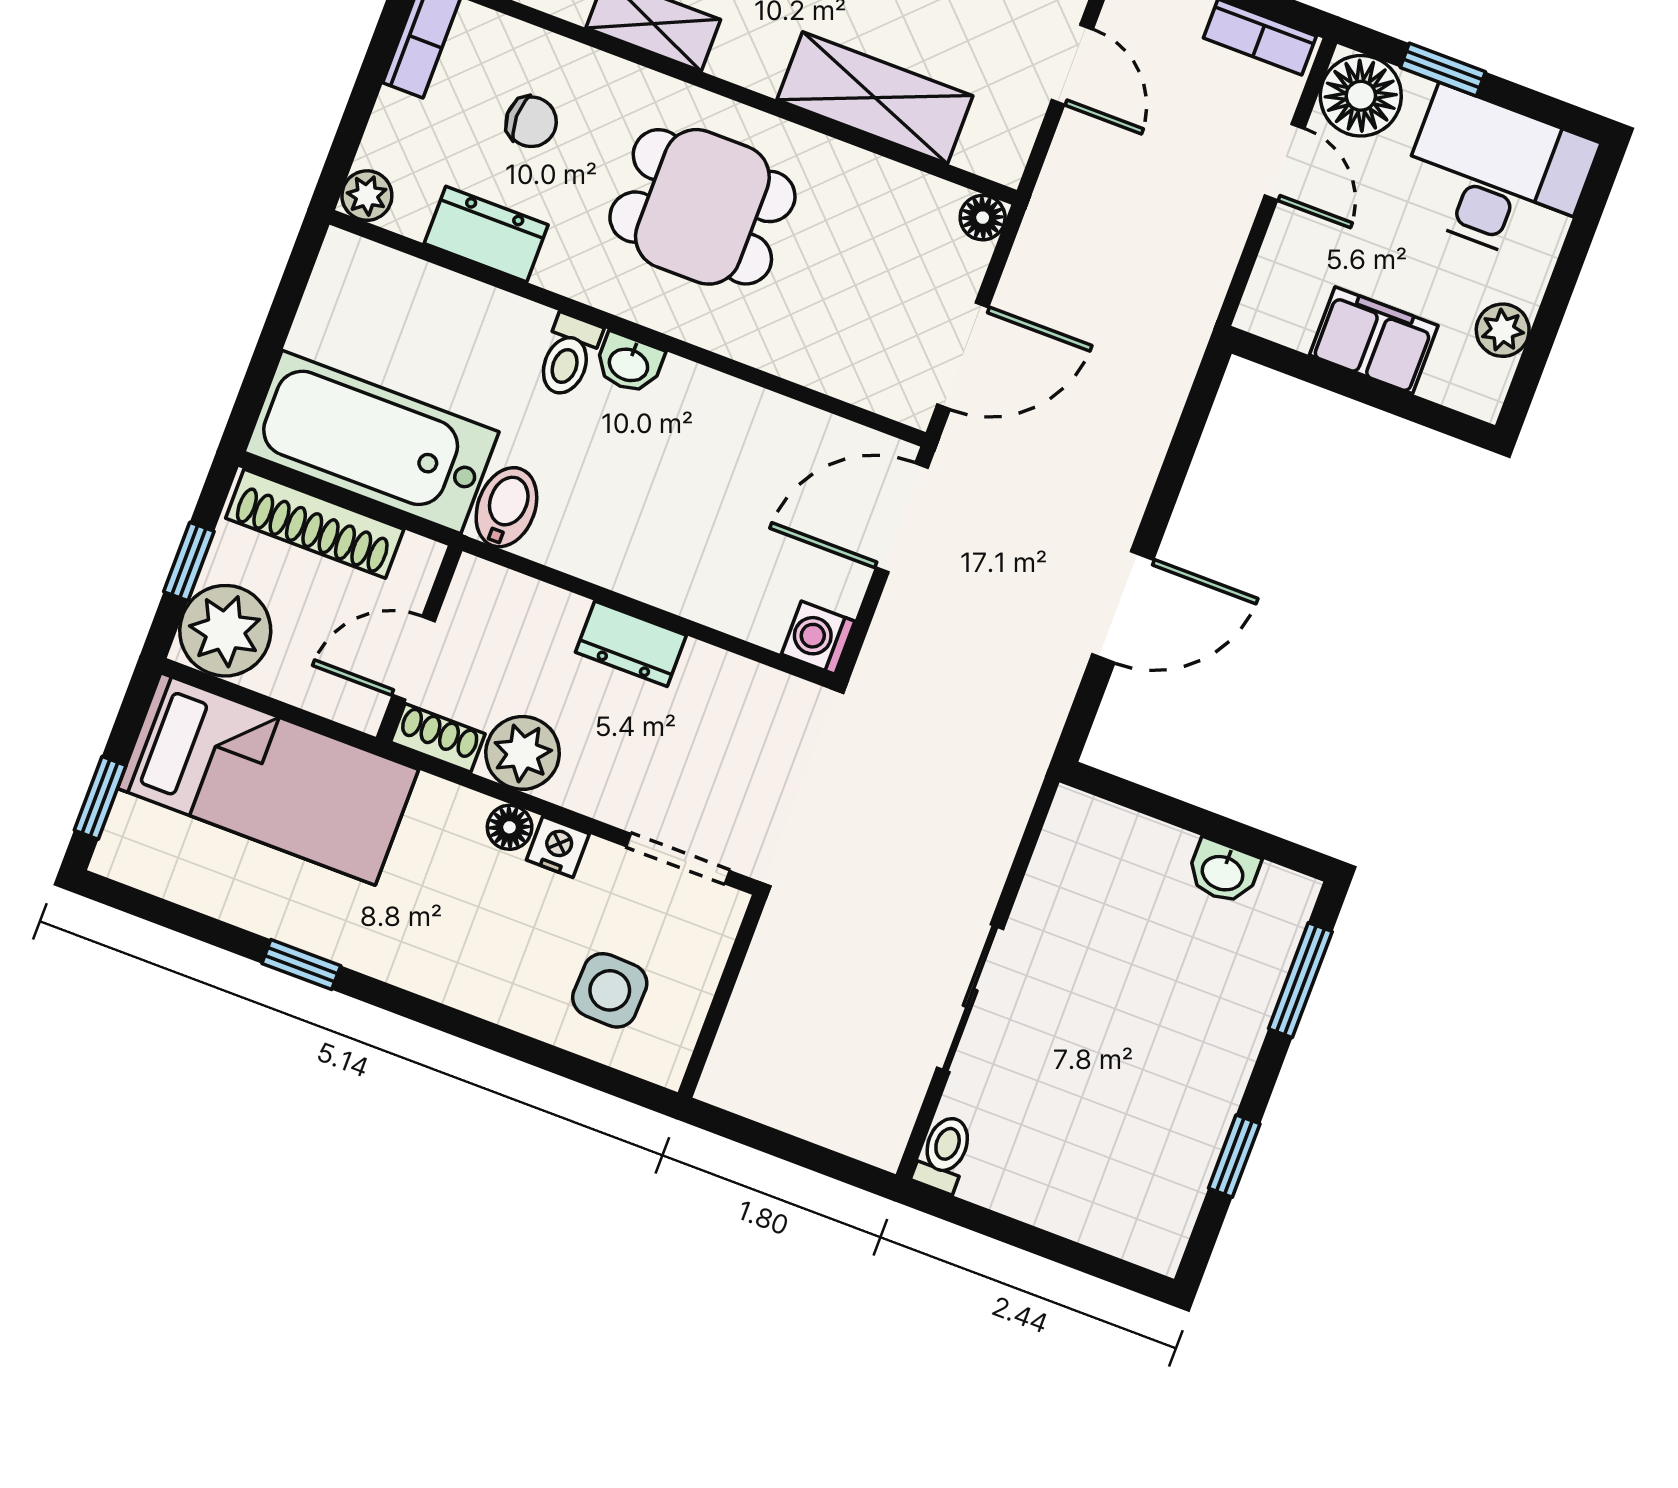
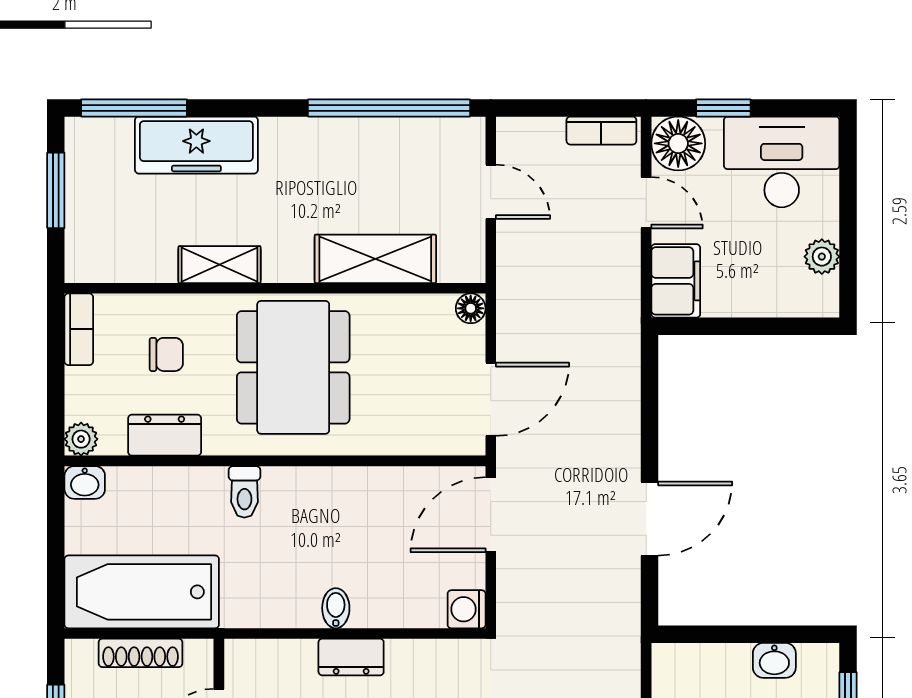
dining table: (702, 207) -> (293, 367), width x1.38
filing cabinet: (1374, 340) -> (676, 281), moved, turned 90
washbasin: (629, 363) -> (85, 482), moved
bidet: (506, 507) -> (336, 608), moved, width x0.72, depth x0.74
shoe rack: (315, 524) -> (141, 653), width x0.74, depth x0.81

